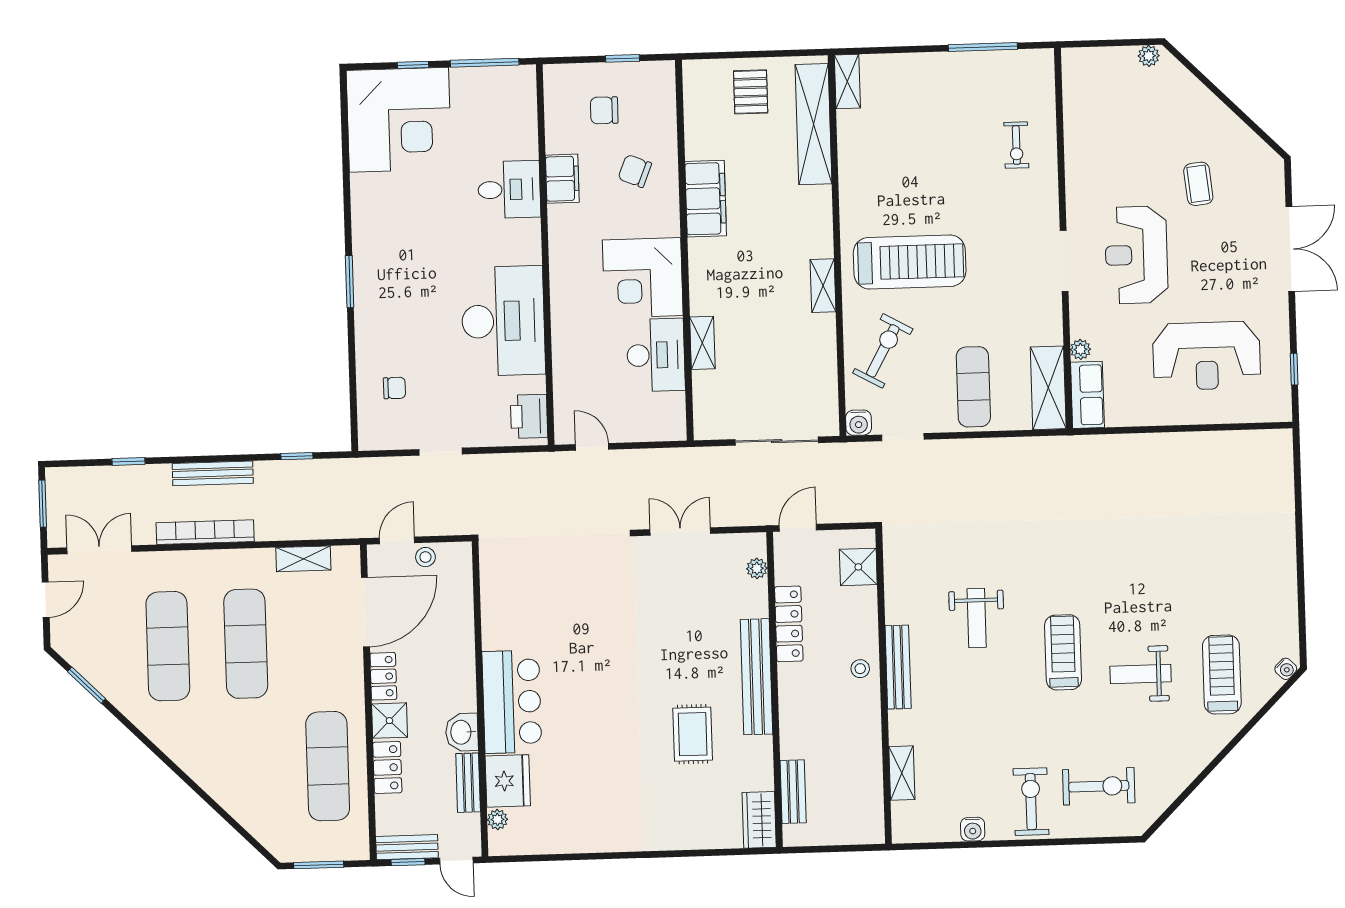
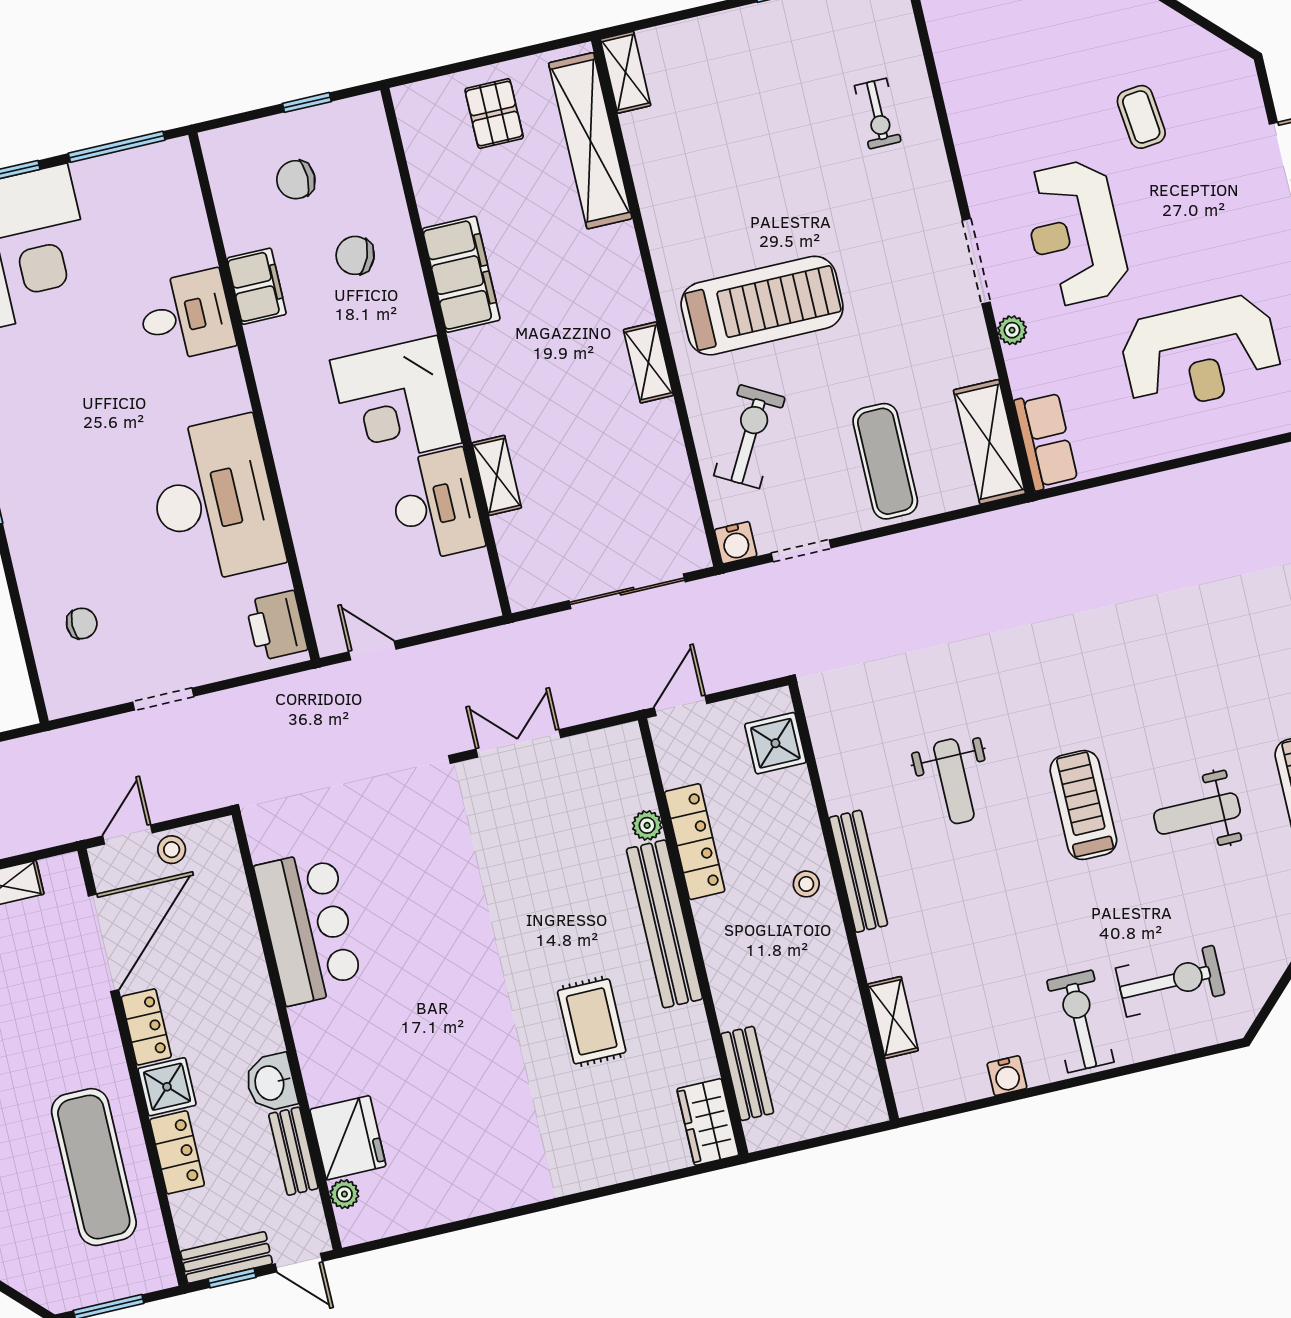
plant: (1080, 349) -> (1012, 330), moved
plant: (757, 568) -> (647, 825), moved
bar counter: (512, 702) -> (309, 927), moved

